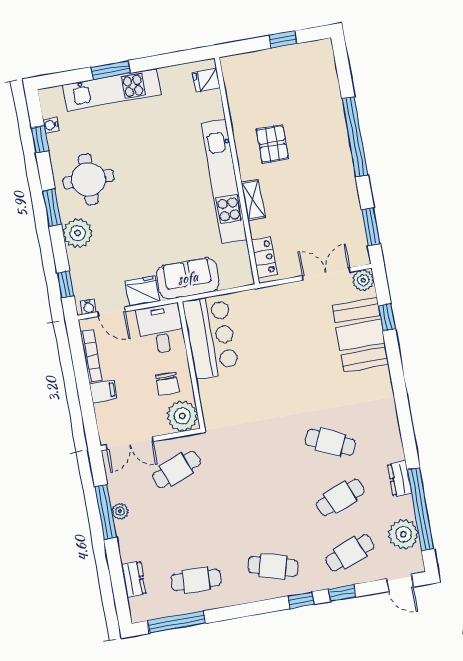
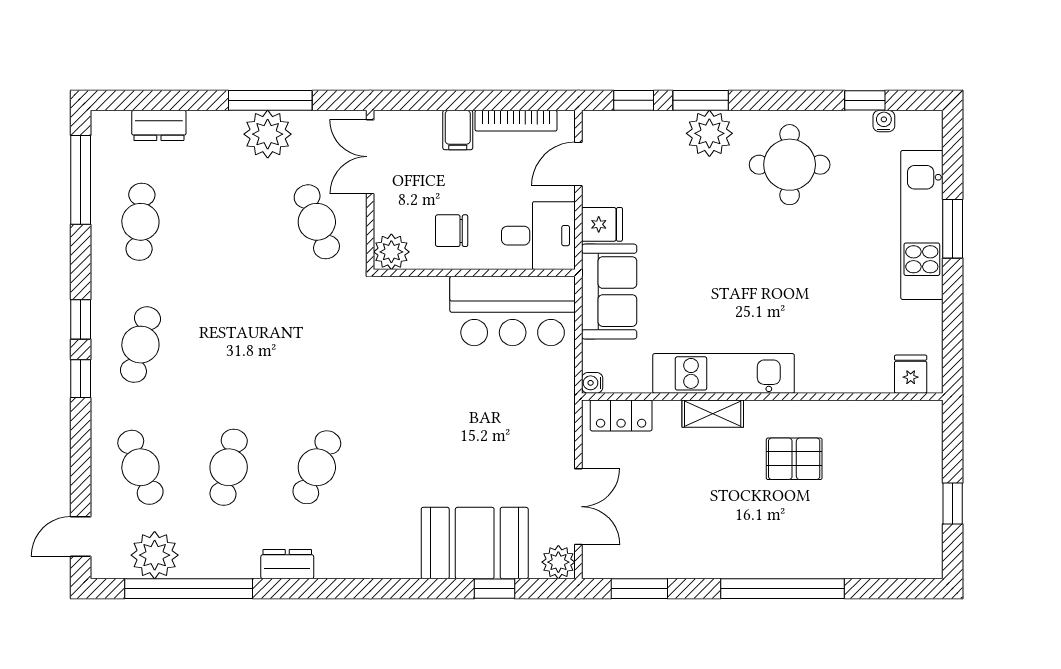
kitchen unit: (224, 181) -> (724, 373), width x0.73
window: (52, 207) -> (701, 100), moved
fridge: (142, 291) -> (602, 224), width x0.72
water cooler: (88, 307) -> (592, 383), moved
plant: (182, 416) -> (391, 252), width x0.73, depth x0.73
dresser: (399, 479) -> (287, 564), moved
cafe table: (340, 498) -> (229, 467), turned 33
plant: (120, 511) -> (268, 134), width x1.88, depth x1.88
window: (342, 593) -> (81, 319), moved

